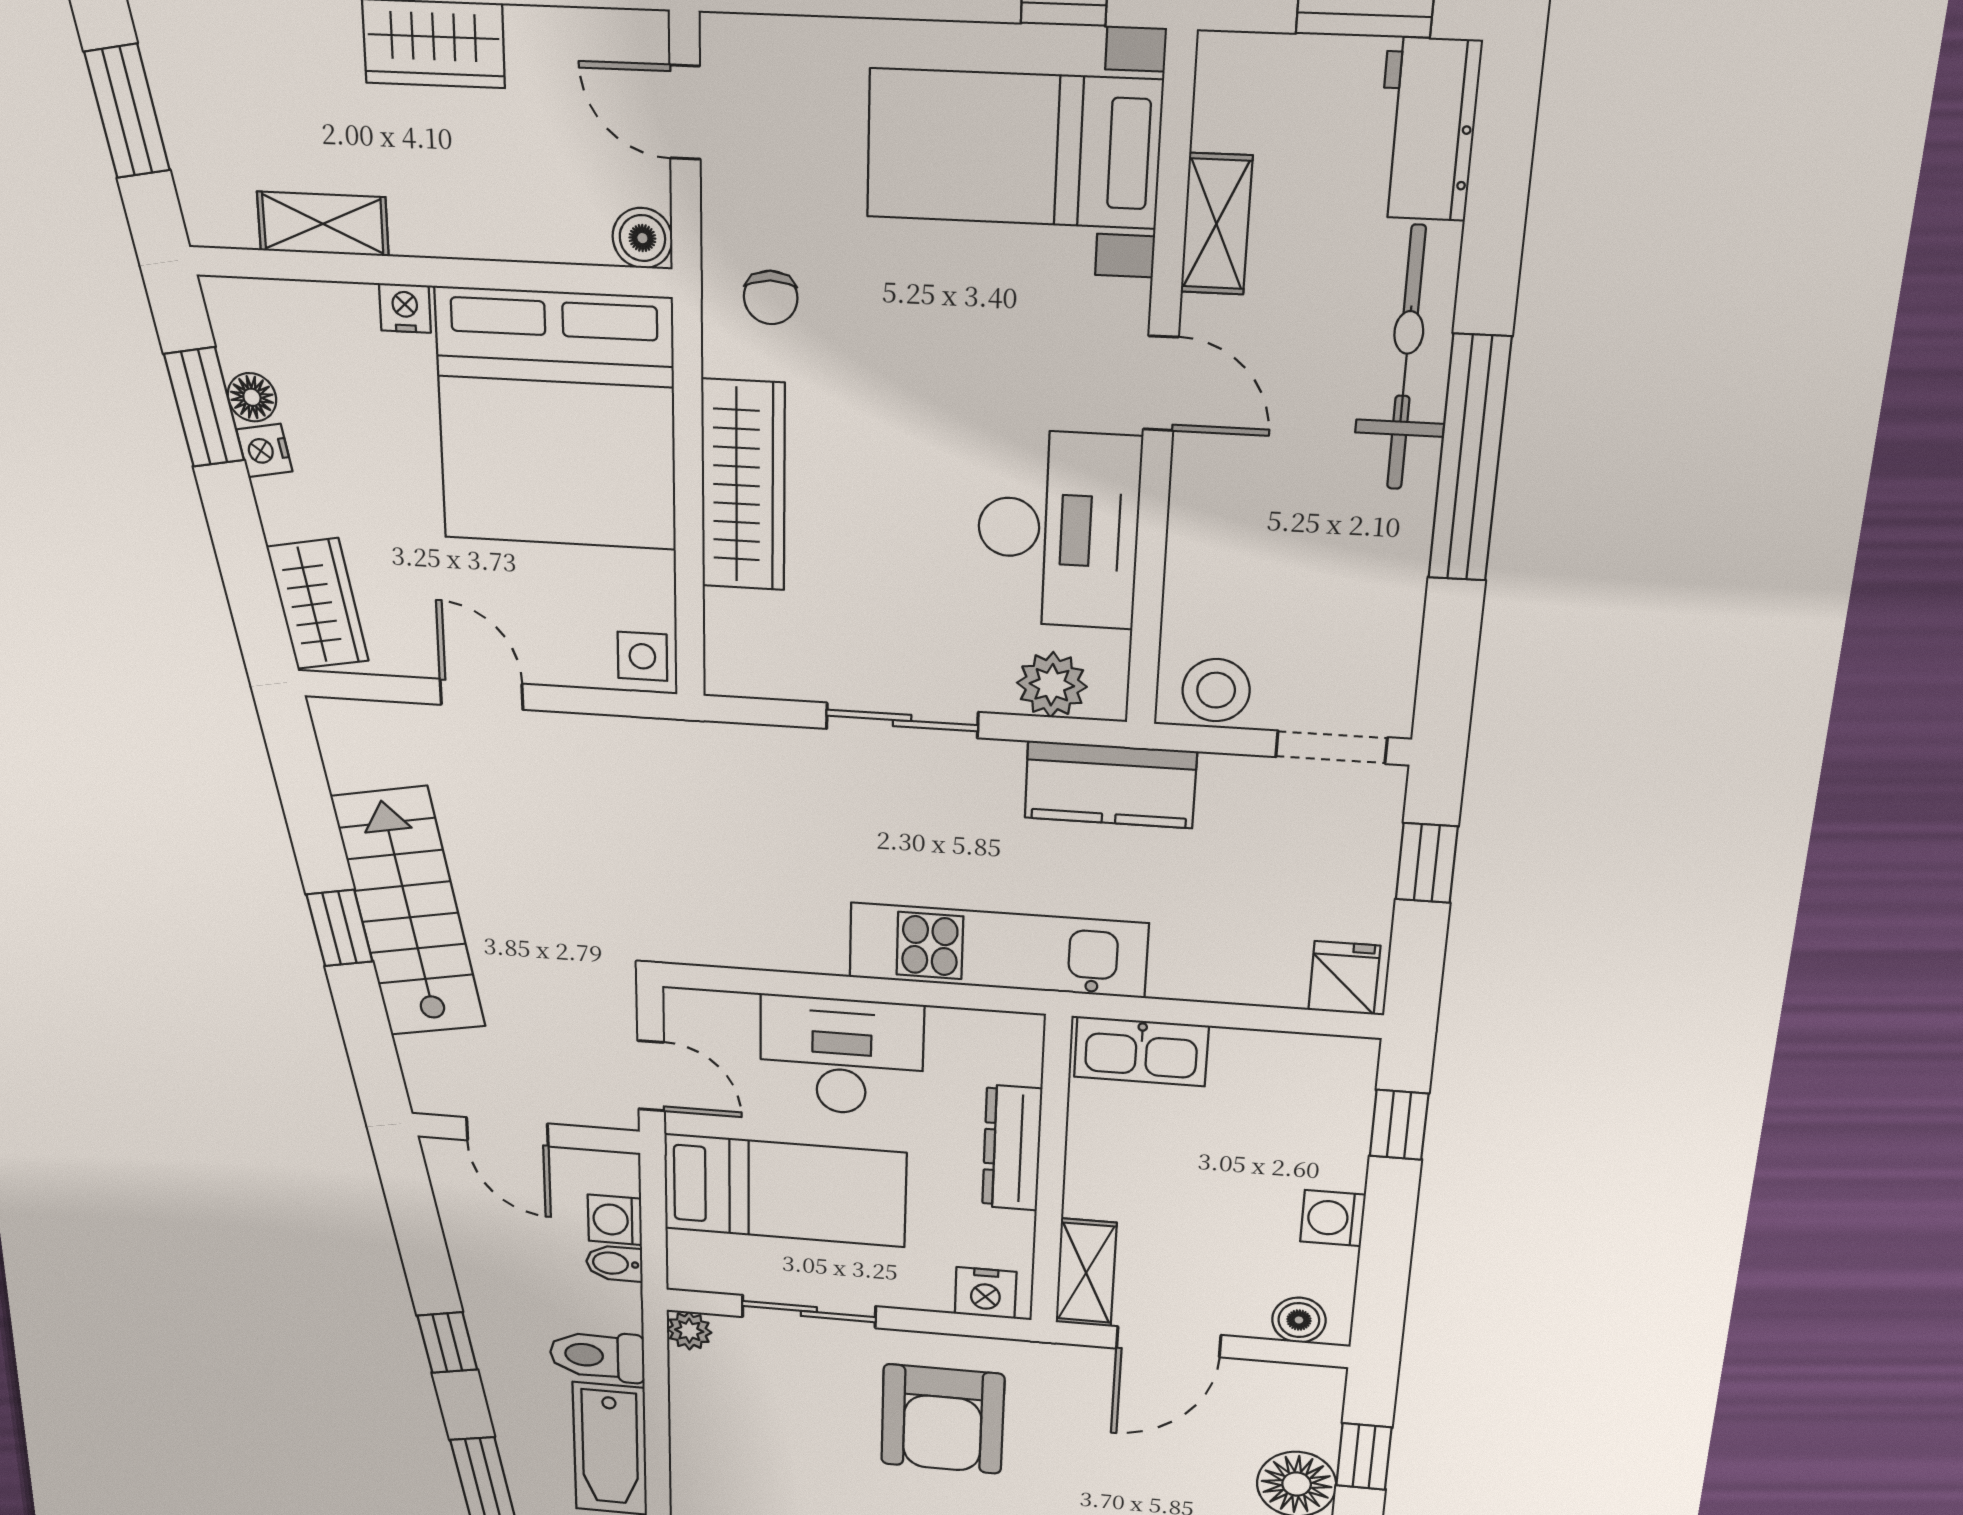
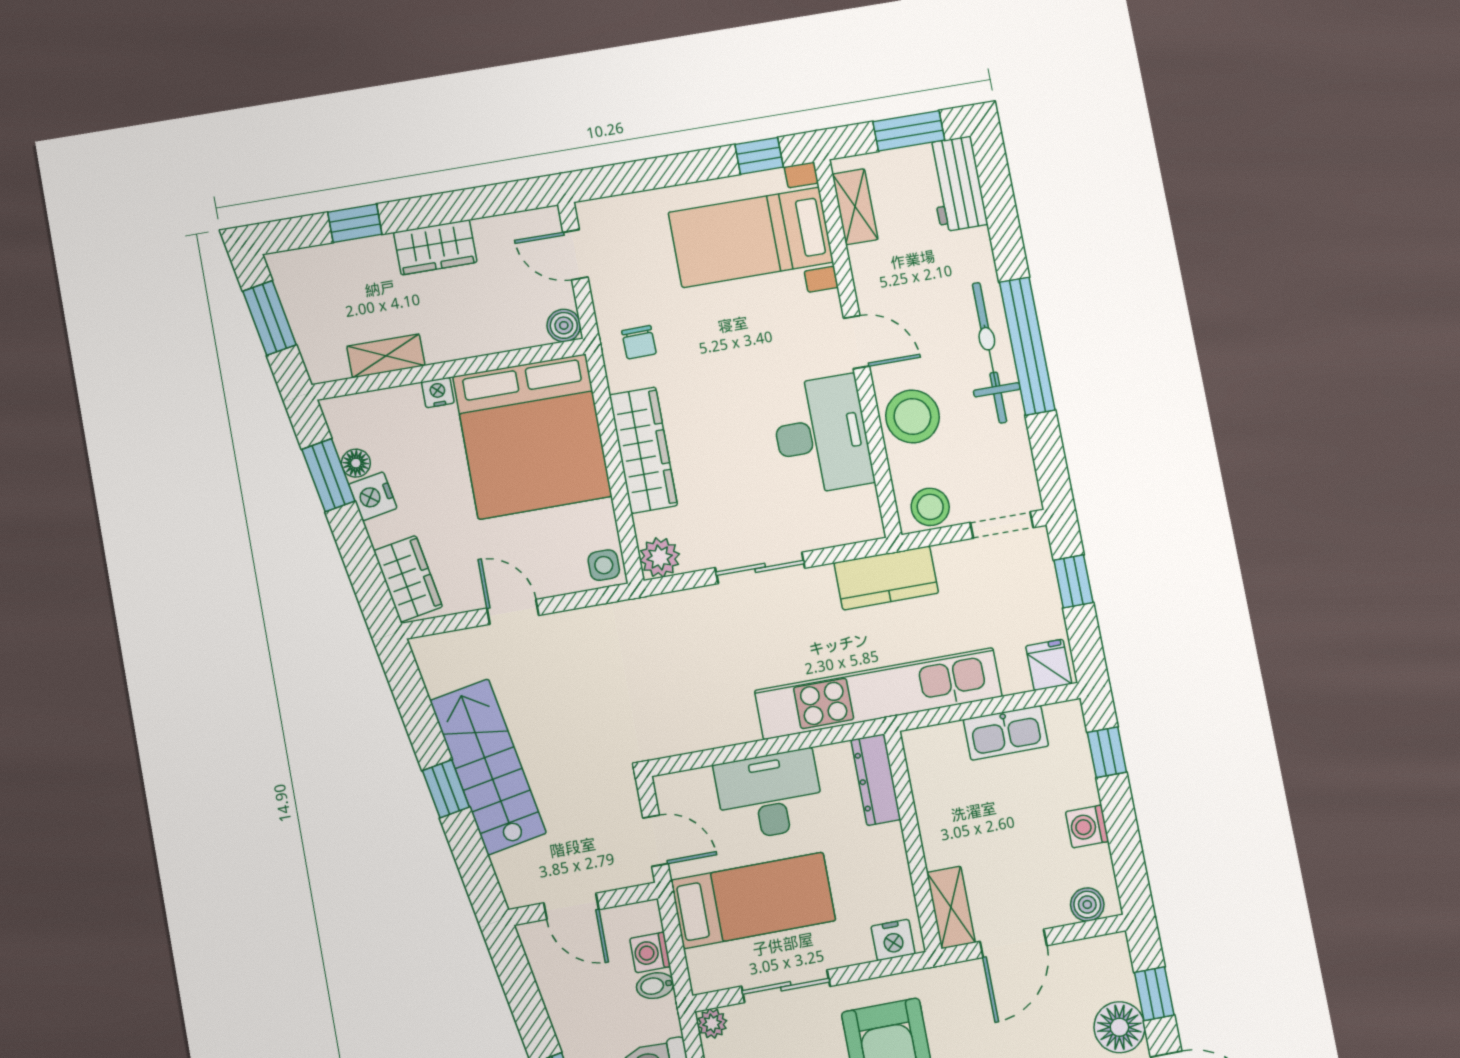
shelving: (1216, 224) -> (855, 207), moved
bicycle: (1406, 359) -> (990, 353), moved
nightstand: (264, 450) -> (373, 496), width x1.39, depth x1.35
stool: (1227, 534) -> (912, 416), added
plant: (1052, 685) -> (660, 557), moved
kitchen unit: (998, 950) -> (879, 693), width x1.36
kitchen sink: (1141, 1051) -> (1006, 733), moved
dresser: (1012, 1148) -> (876, 780), moved

